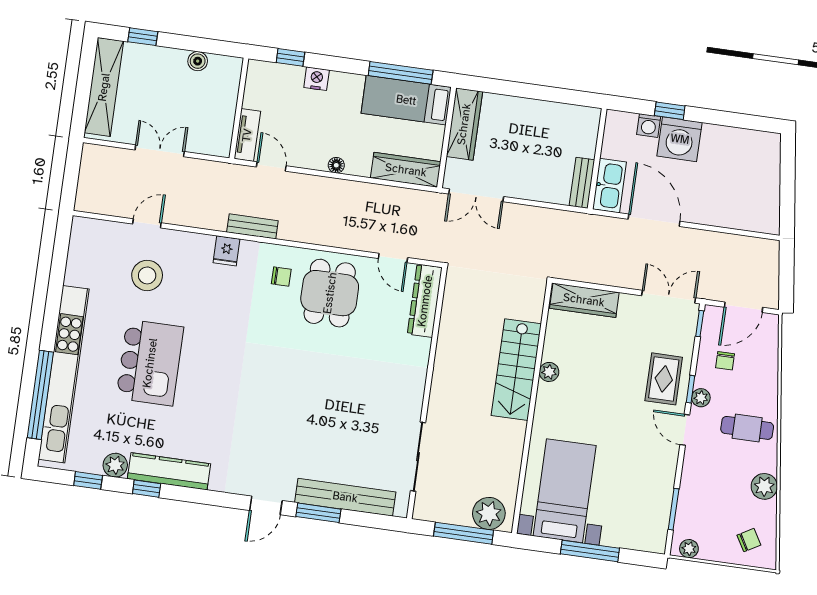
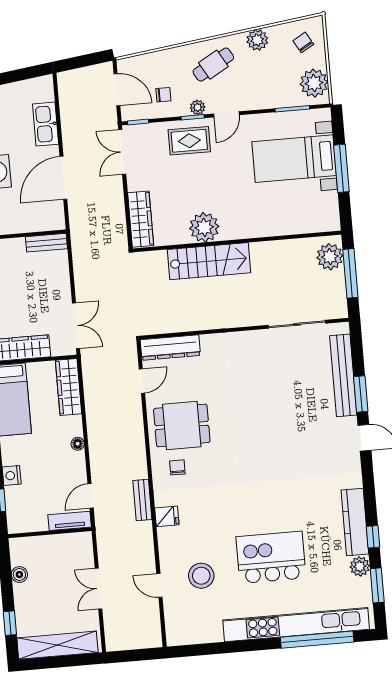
kitchen sink: (609, 186) -> (46, 124), moved, turned -90
plant: (549, 372) -> (204, 227), width x1.87, depth x1.87
cafe table: (747, 428) -> (213, 65), turned 60
window: (88, 480) -> (377, 585), width x1.50
bed with nightstands: (565, 491) -> (294, 159), moved
plant: (689, 549) -> (314, 83), width x1.88, depth x1.88

